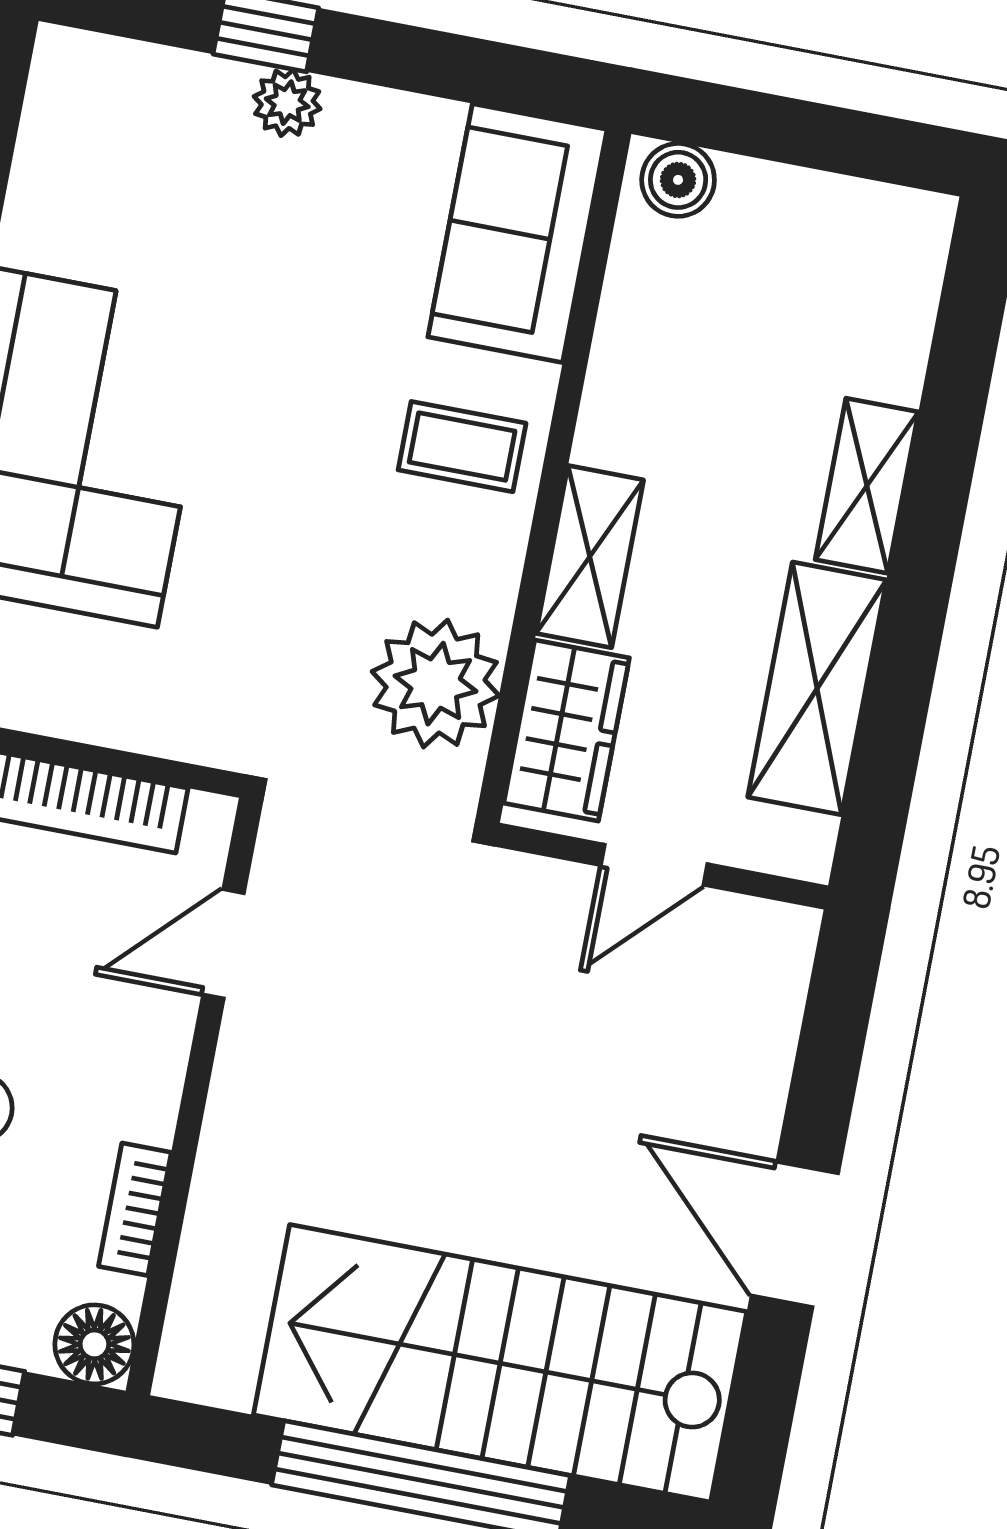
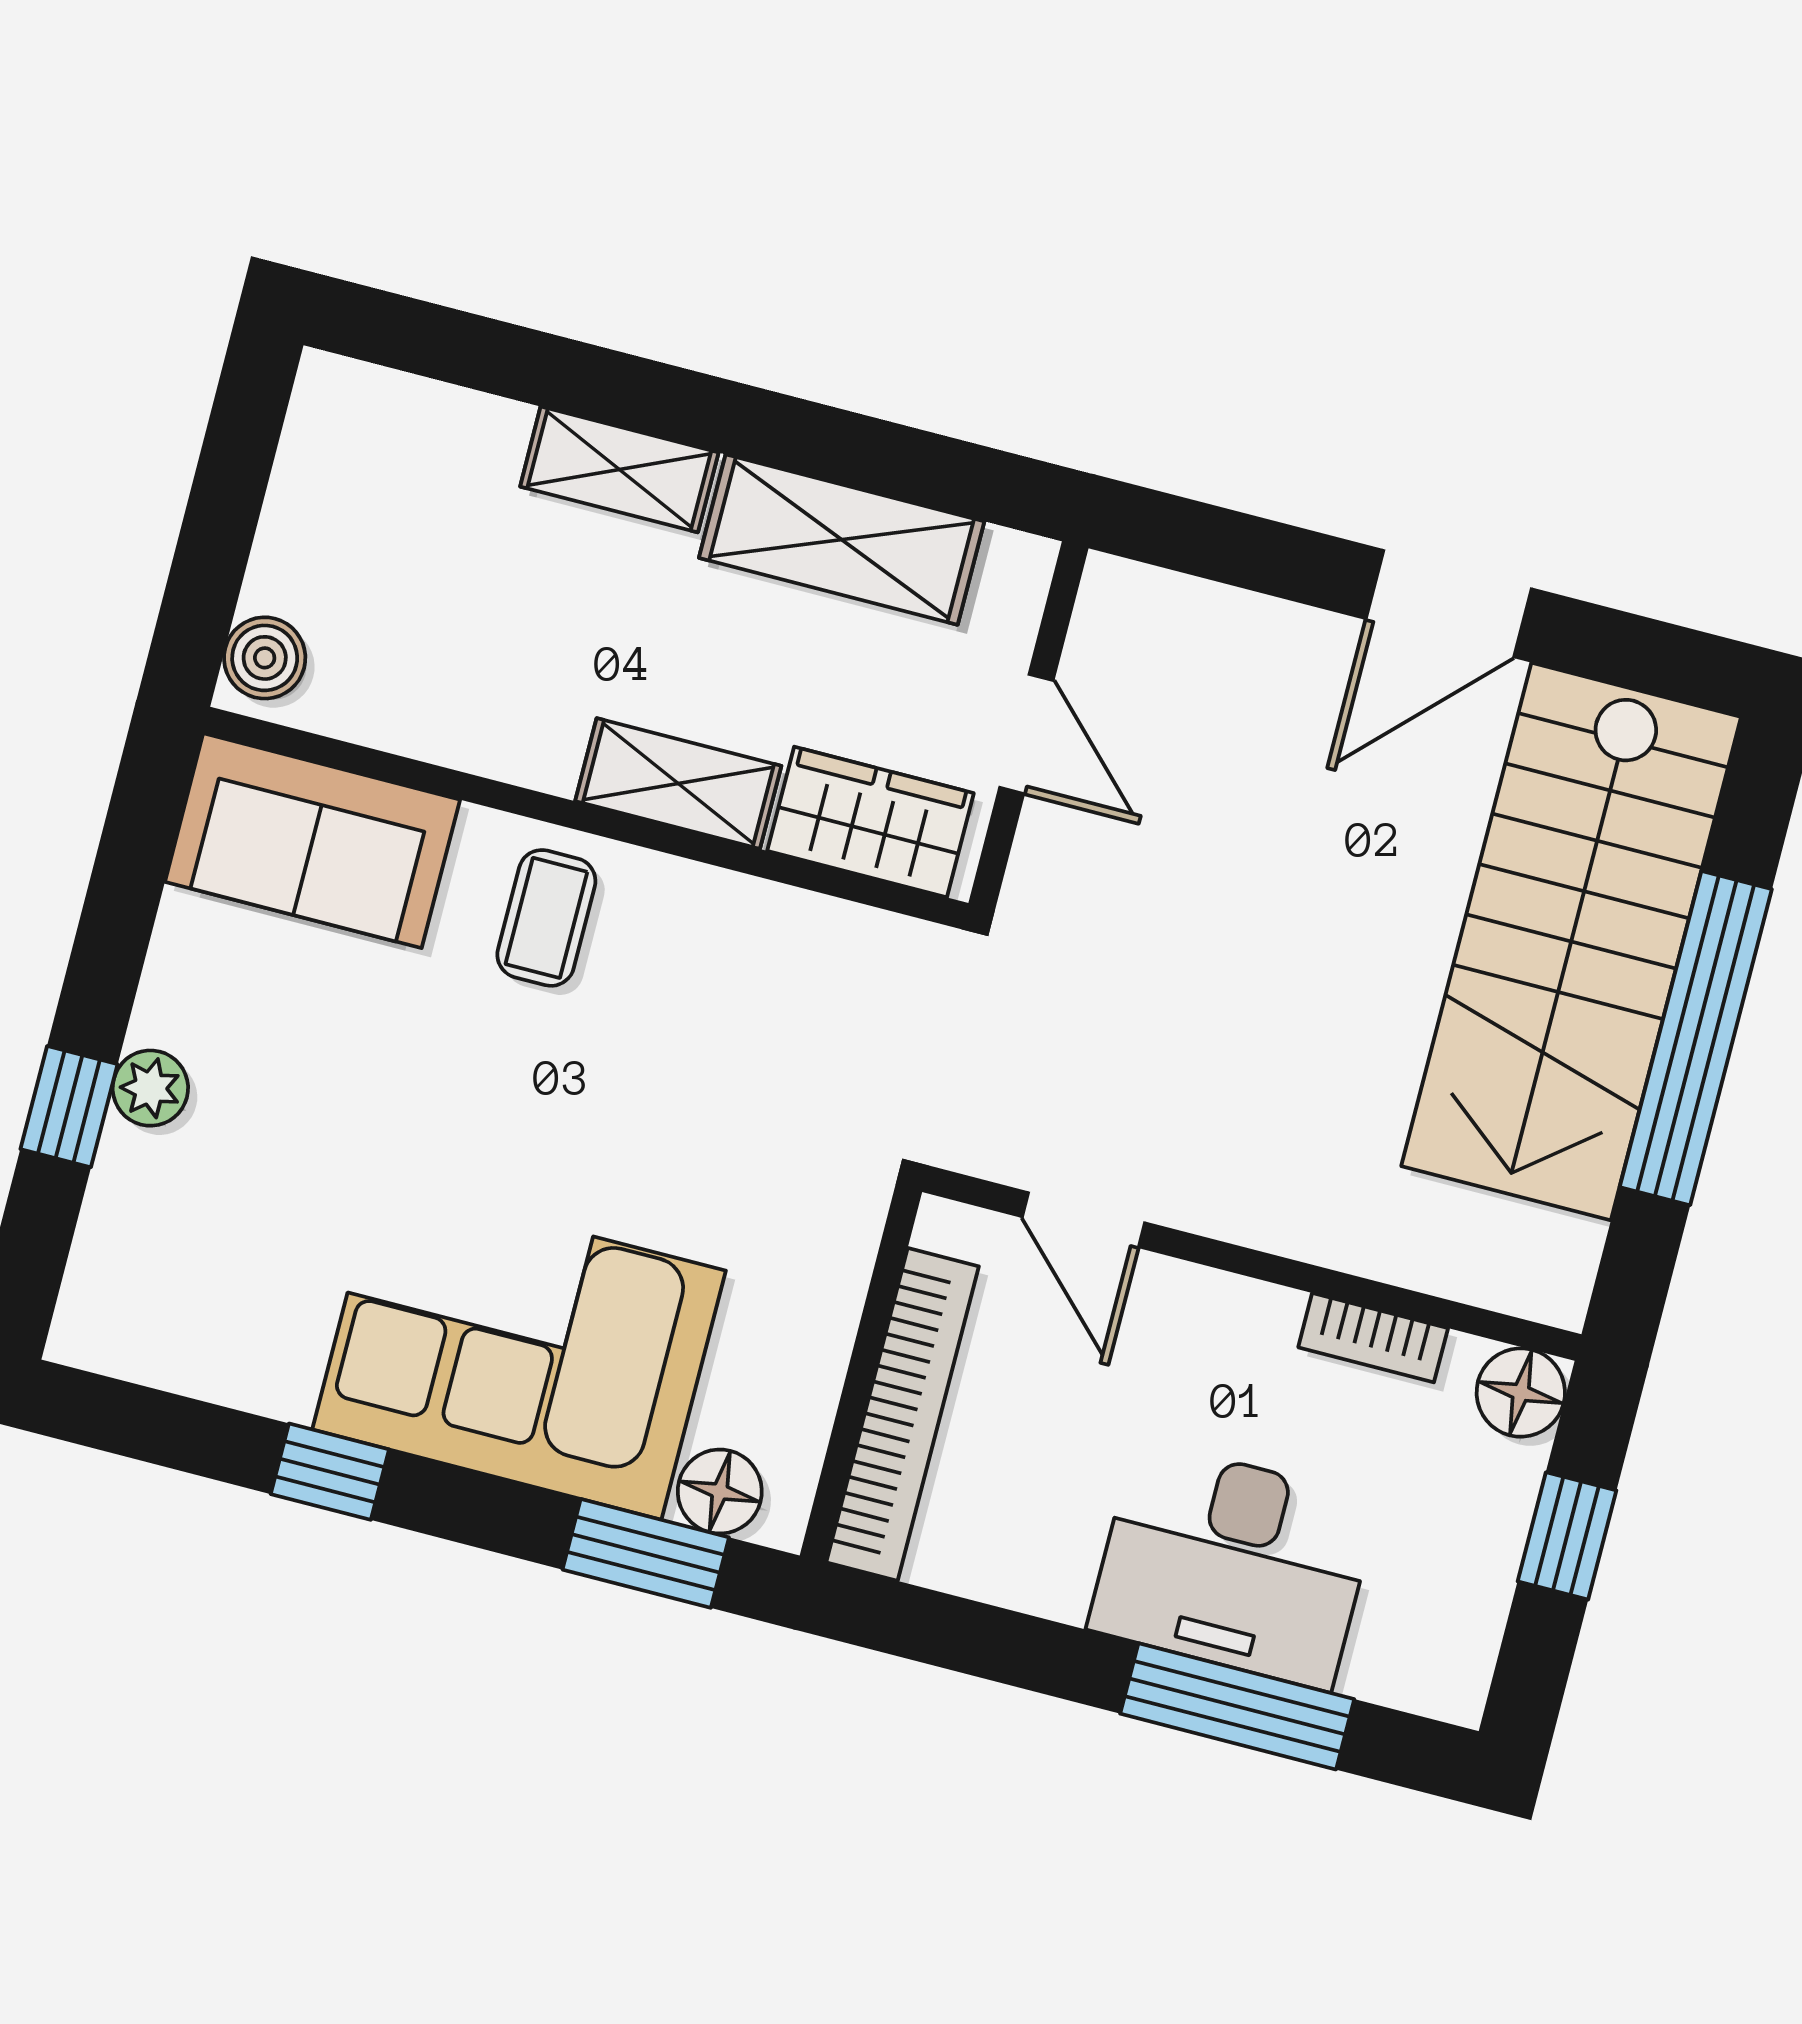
plant: (436, 684) -> (809, 965), removed

